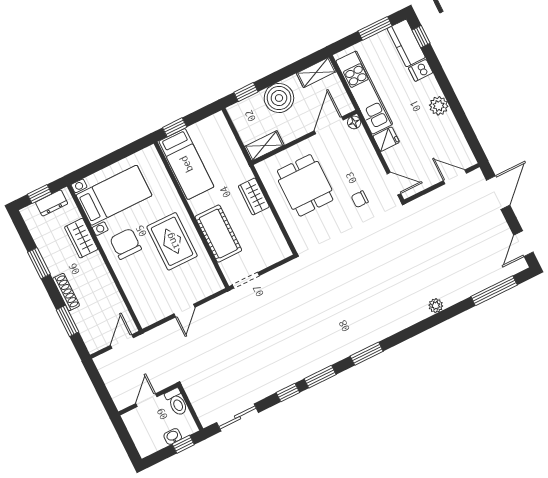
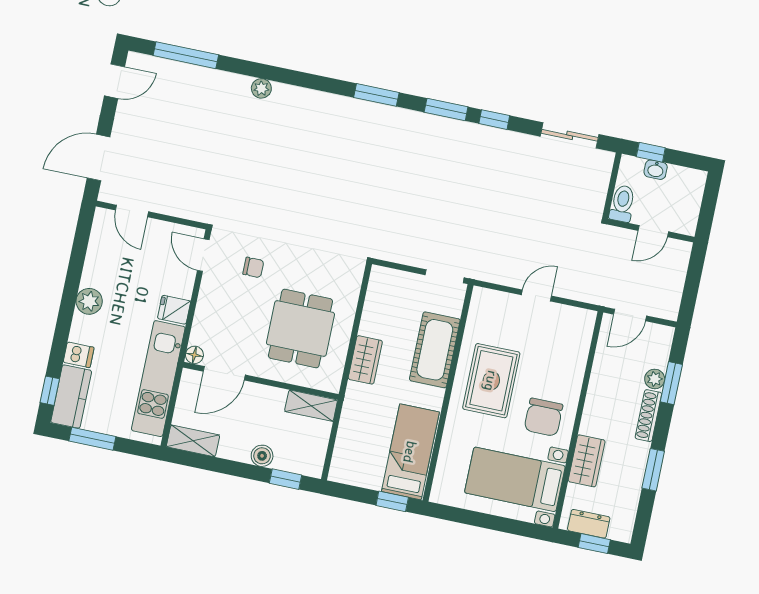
boiler: (279, 98) -> (262, 456), width x0.54, depth x0.54
plant: (79, 316) -> (655, 379), added

